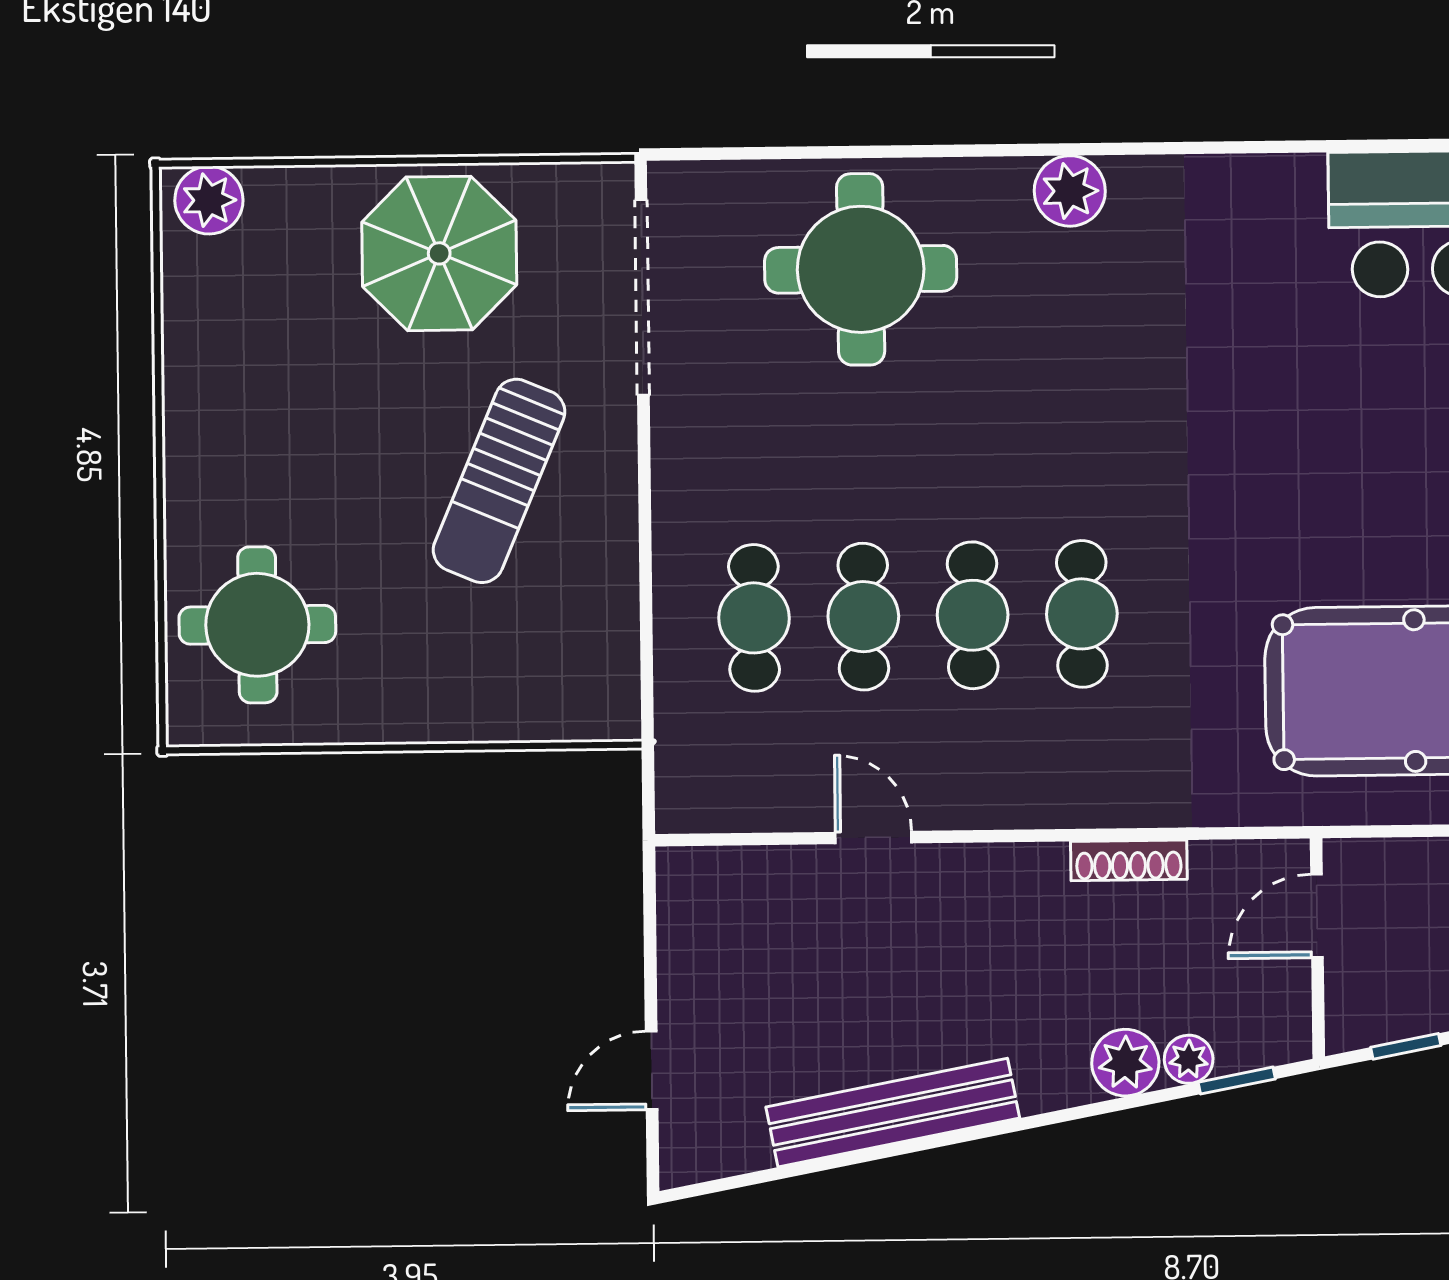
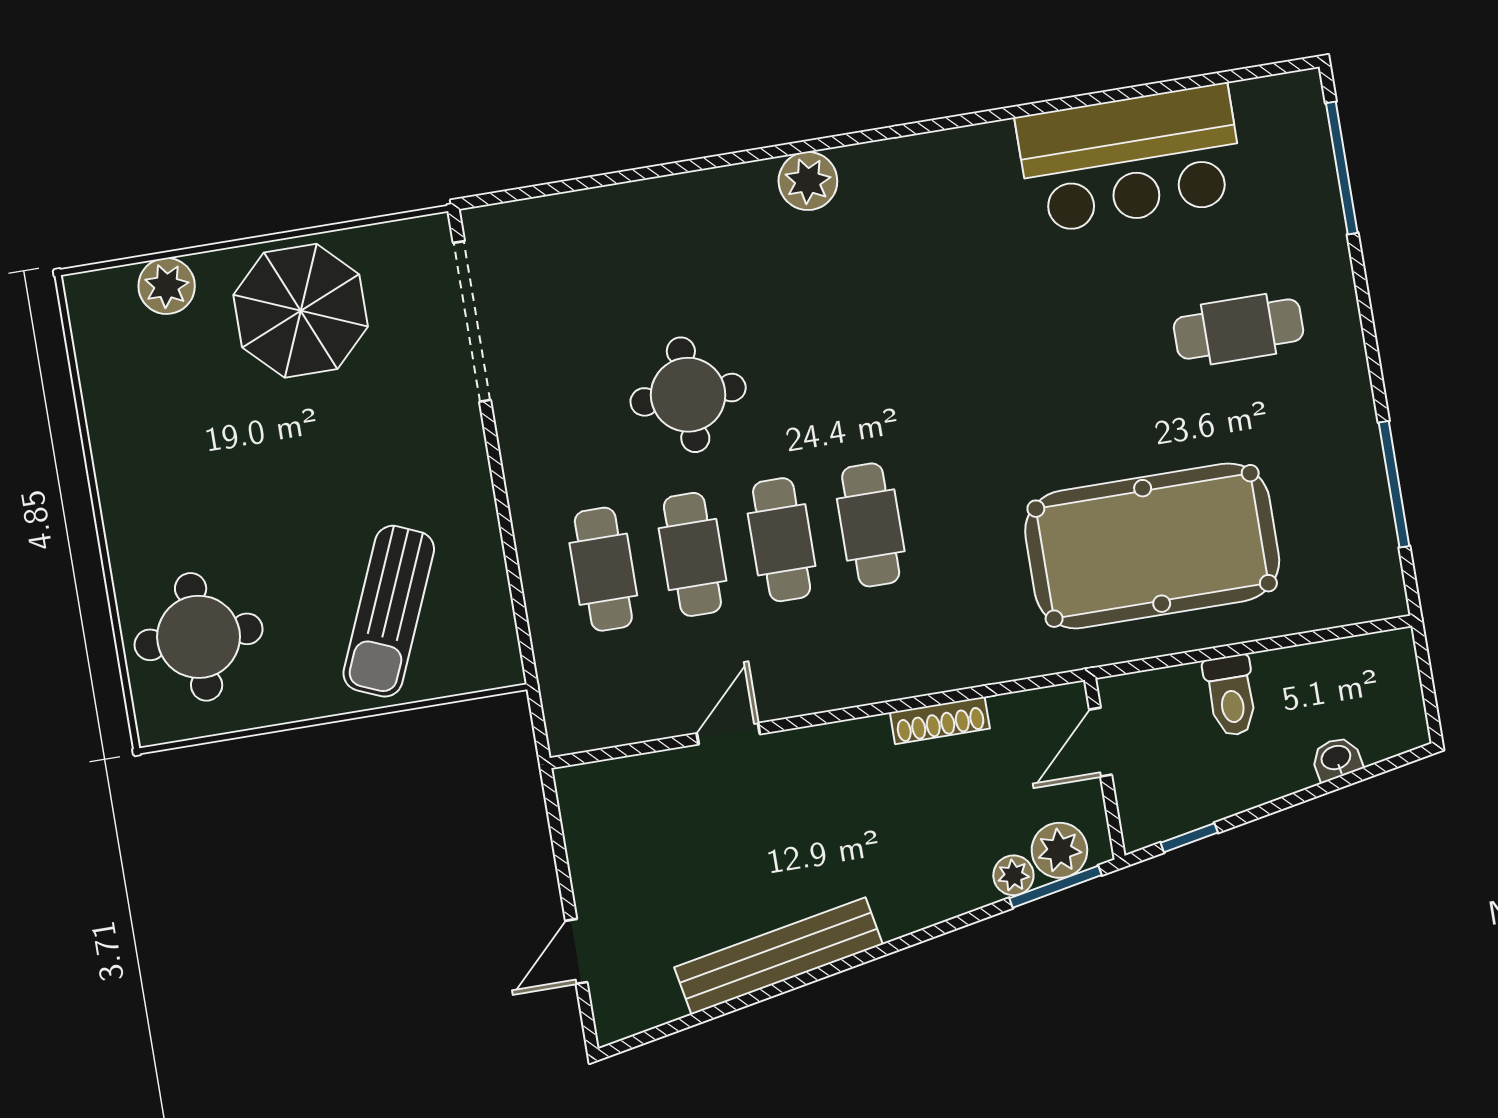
plant: (209, 200) -> (167, 286), moved
round table: (861, 269) -> (688, 395), moved, width x0.73, depth x0.73
sun lounger: (499, 481) -> (389, 611), moved
door: (873, 838) -> (728, 734), hinge flipped
plant: (1125, 1063) -> (1059, 850), moved
window: (1237, 1081) -> (1055, 887), width x1.50

